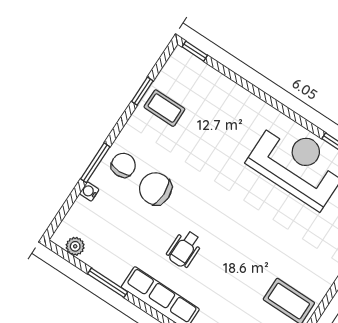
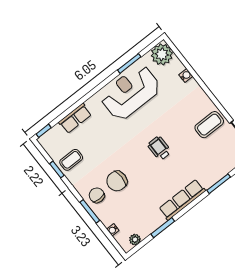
row of seats: (230, 93) -> (75, 118), added
water cooler: (89, 192) -> (113, 230), moved
wheelchair: (184, 249) -> (159, 148), moved, turned 180

